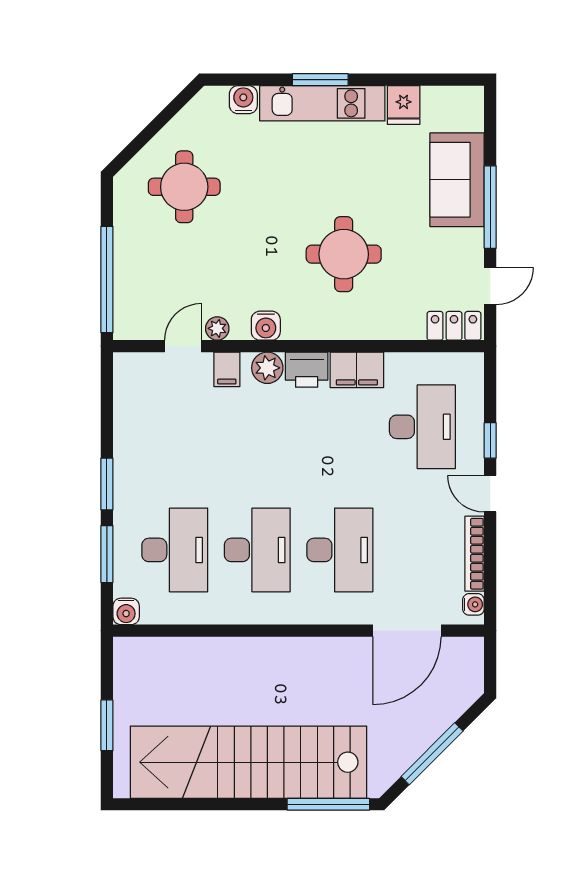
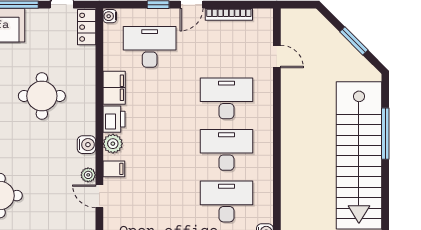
water cooler: (473, 604) -> (110, 16), moved, turned -90
door: (407, 631) -> (277, 56), width x0.53
window: (432, 754) -> (354, 41), width x0.69
window: (328, 804) -> (385, 134), moved

